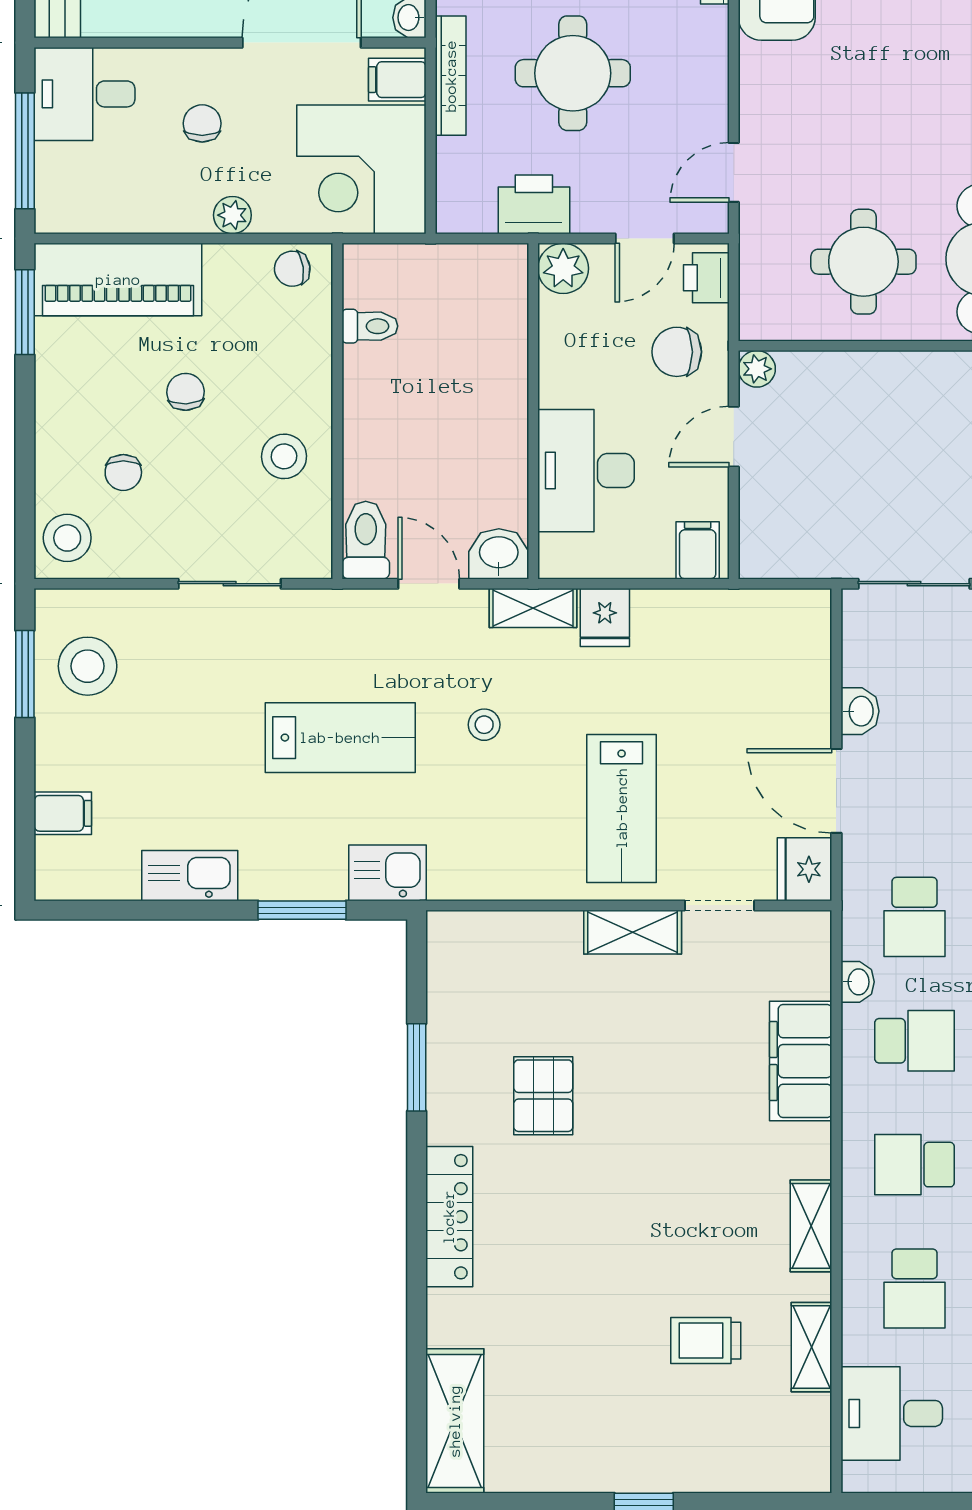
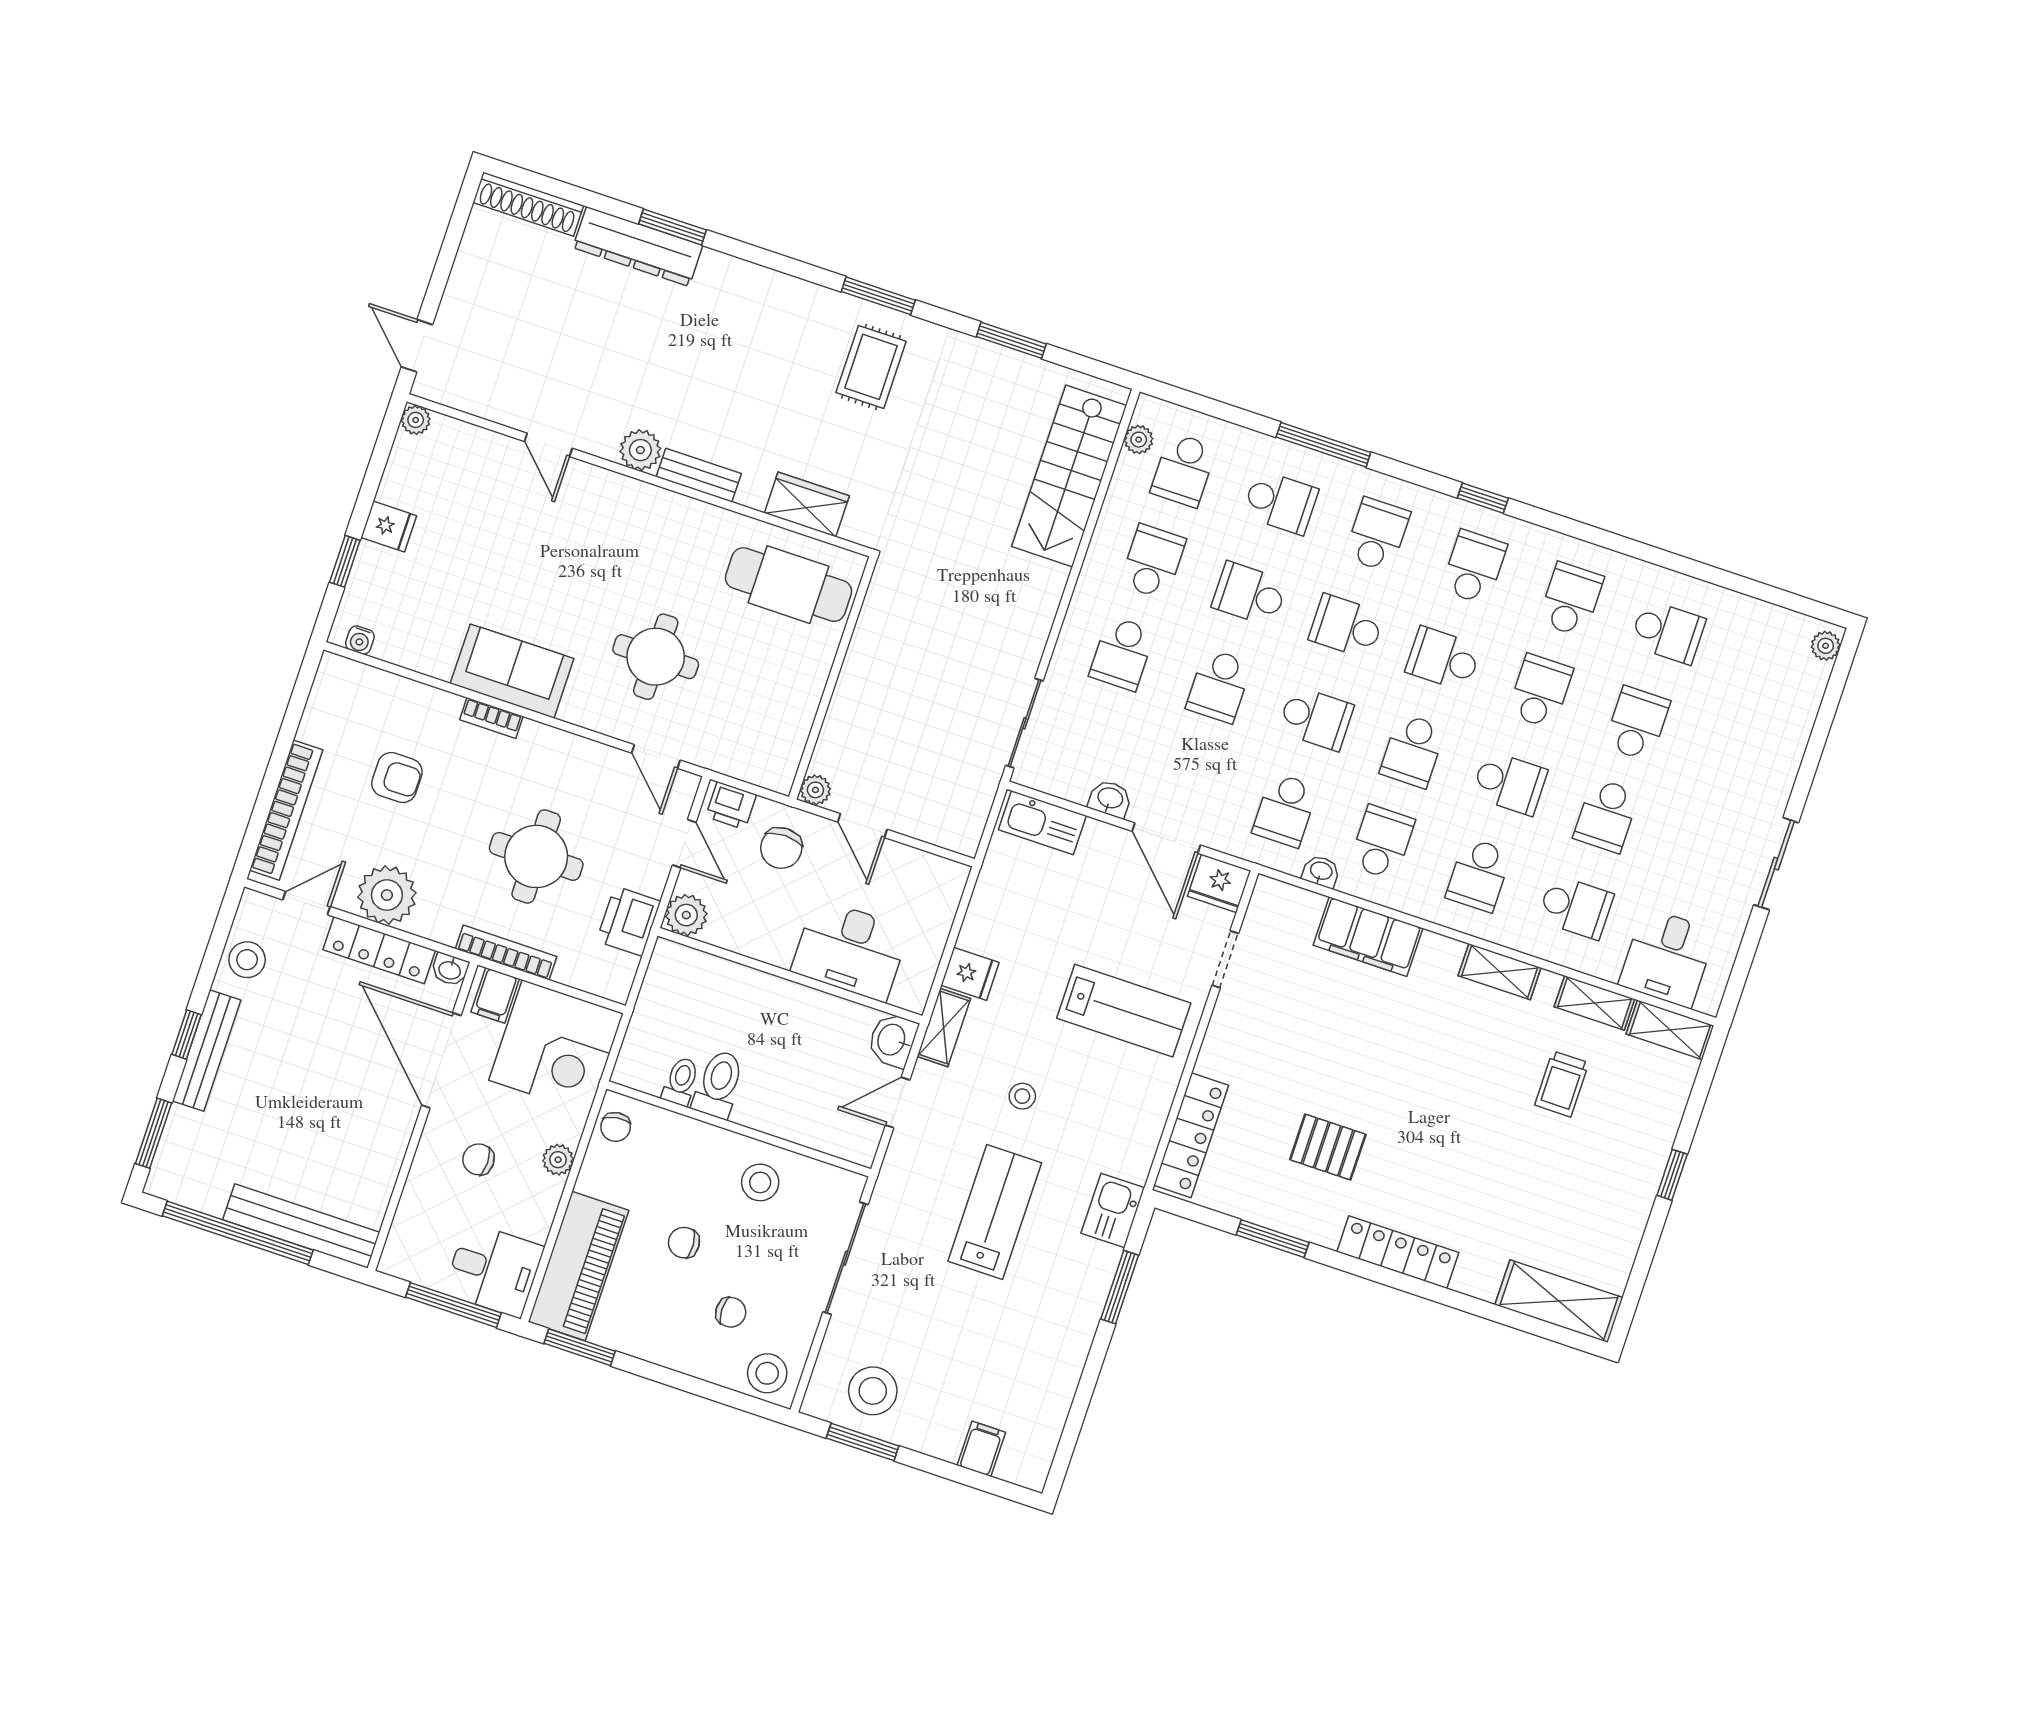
desk: (85, 94) -> (494, 1270), moved, turned -90
round table: (863, 262) -> (656, 657), moved
toilet: (366, 540) -> (719, 1084), moved, turned 90
filing cabinet: (698, 550) -> (942, 884), removed
sliding door: (230, 584) -> (845, 1258), width x1.37
door: (836, 791) -> (1166, 838), hinge flipped
kitchen sink: (190, 876) -> (1042, 823), moved, turned -90
school desk: (915, 917) -> (1285, 810), turned 90
shelving: (633, 932) -> (1670, 1030), moved, turned 90
locker: (504, 934) -> (1191, 1135), added

